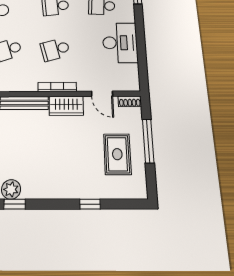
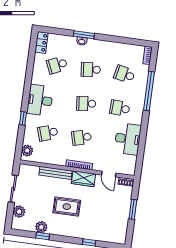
window: (148, 141) -> (133, 209), width x0.69
rug: (117, 154) -> (67, 207), moved, turned 90

